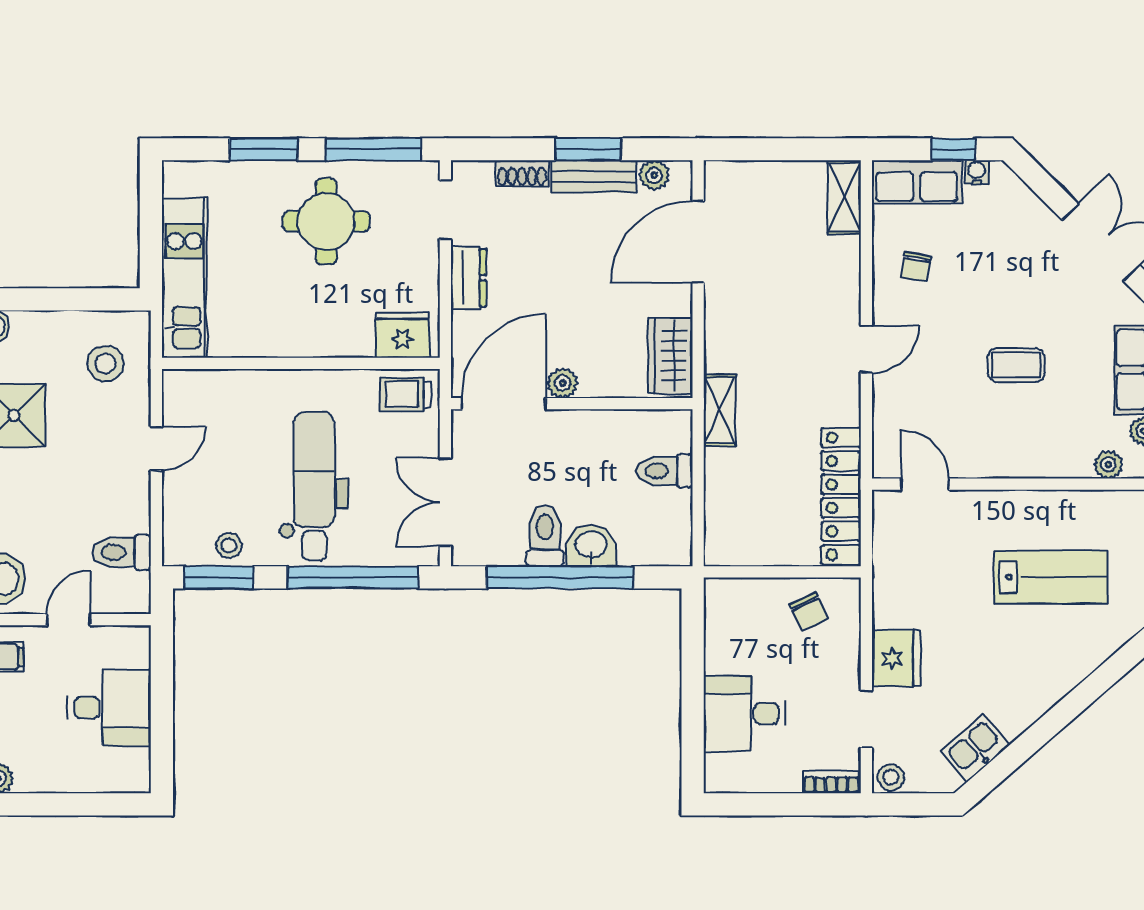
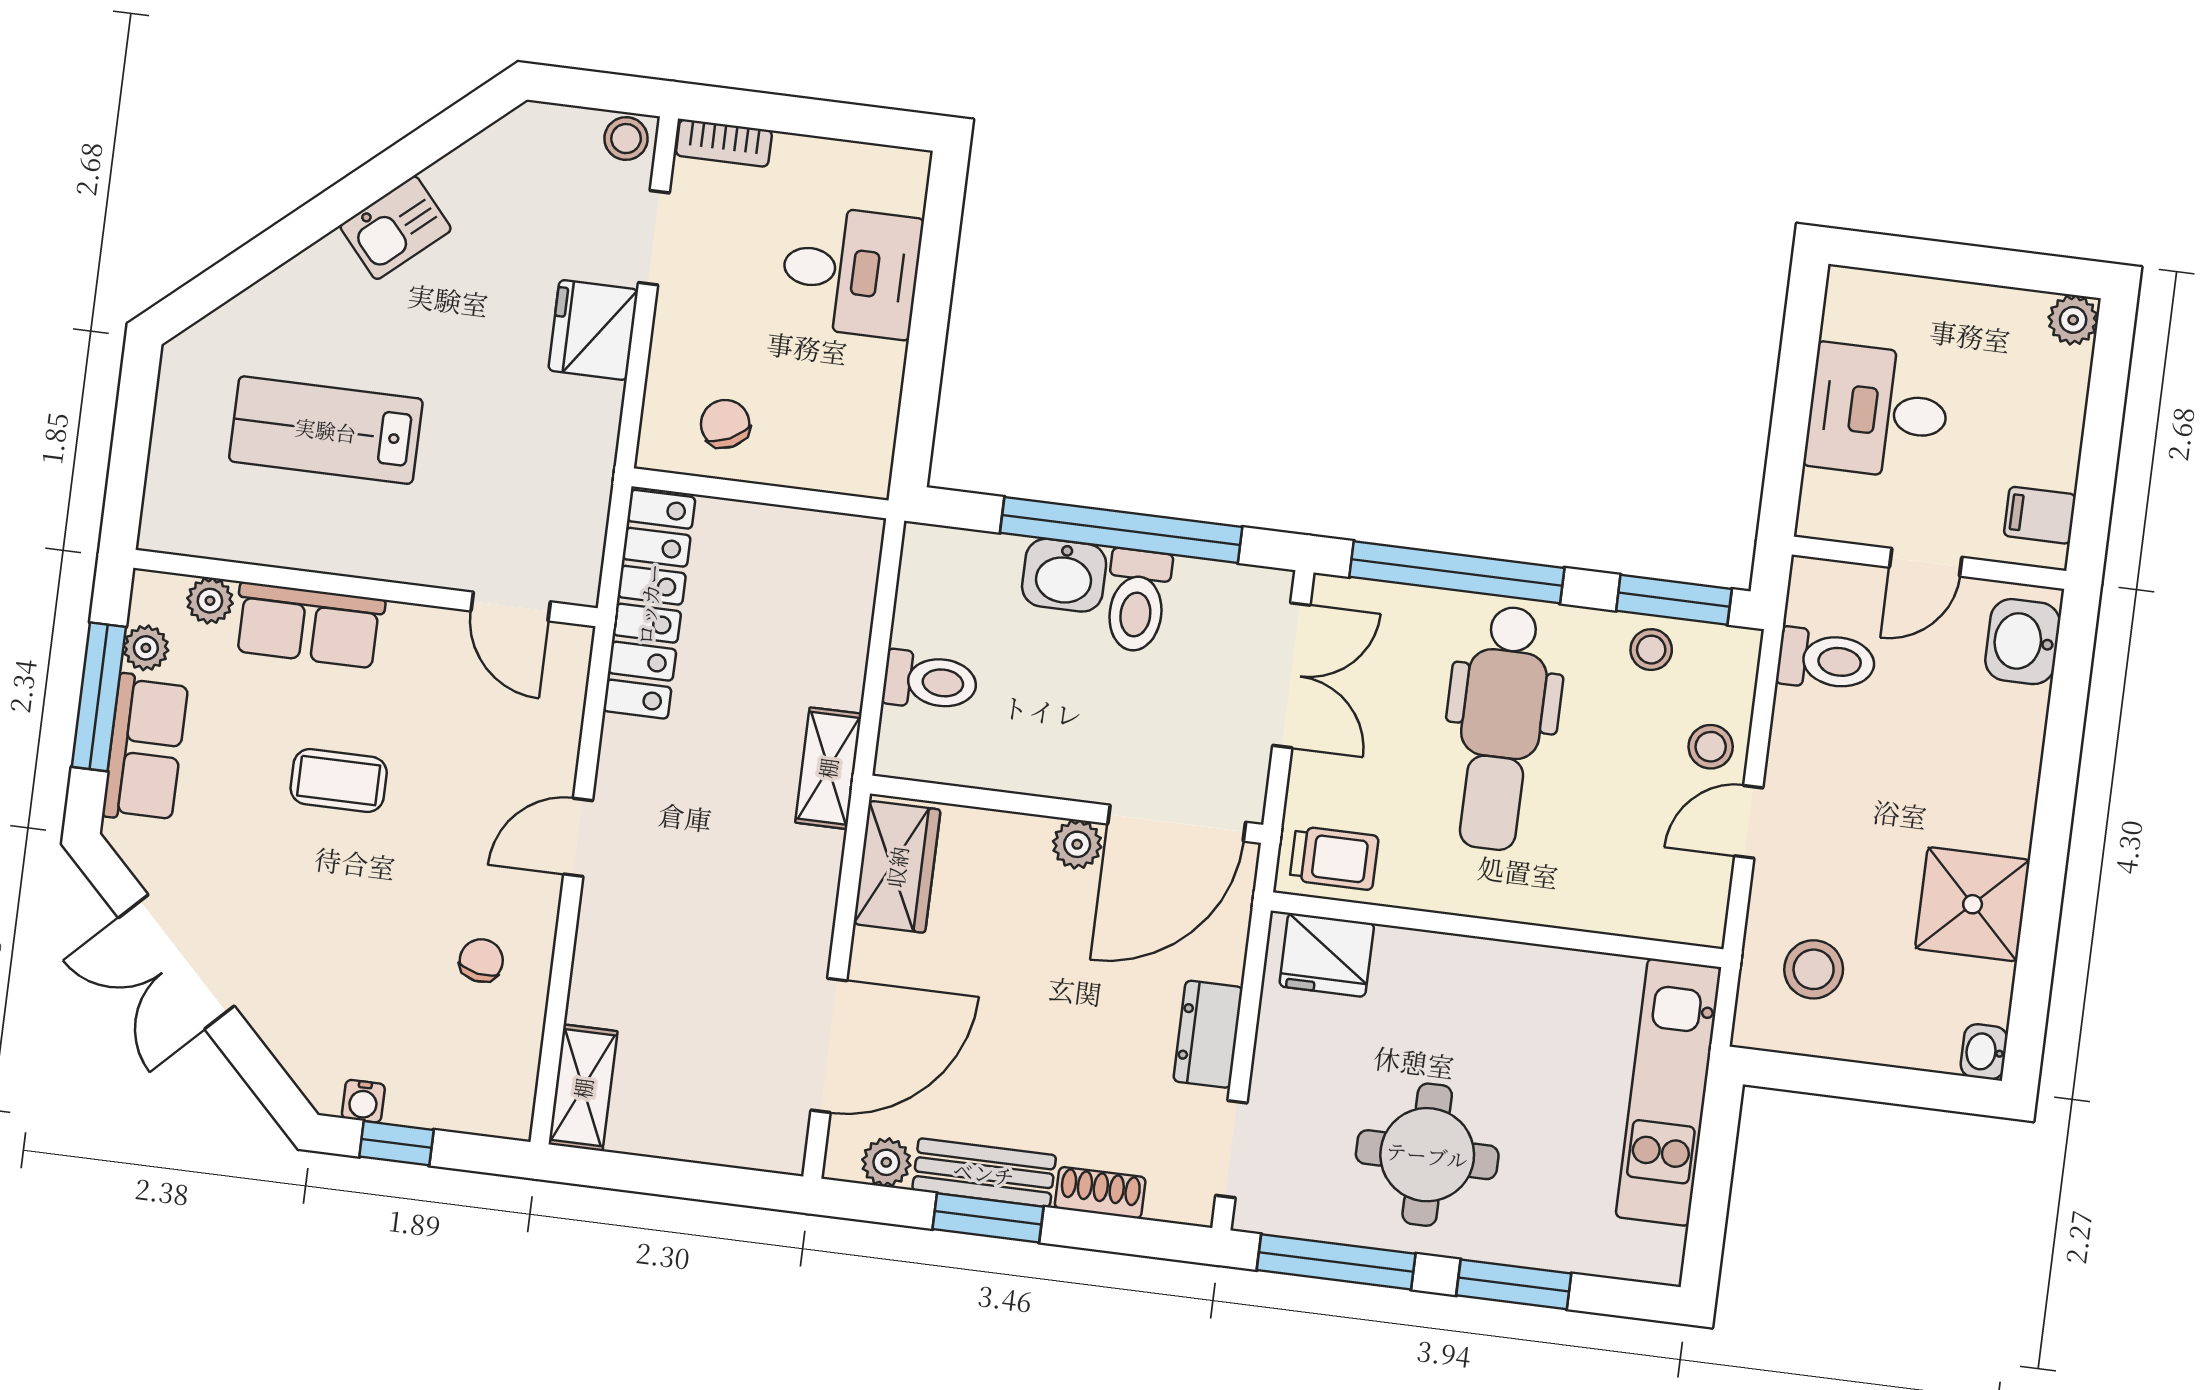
row of seats: (917, 182) -> (309, 625), moved, turned 180
stool: (185, 491) -> (1711, 747), added
kitchen sink: (975, 748) -> (396, 228), moved

